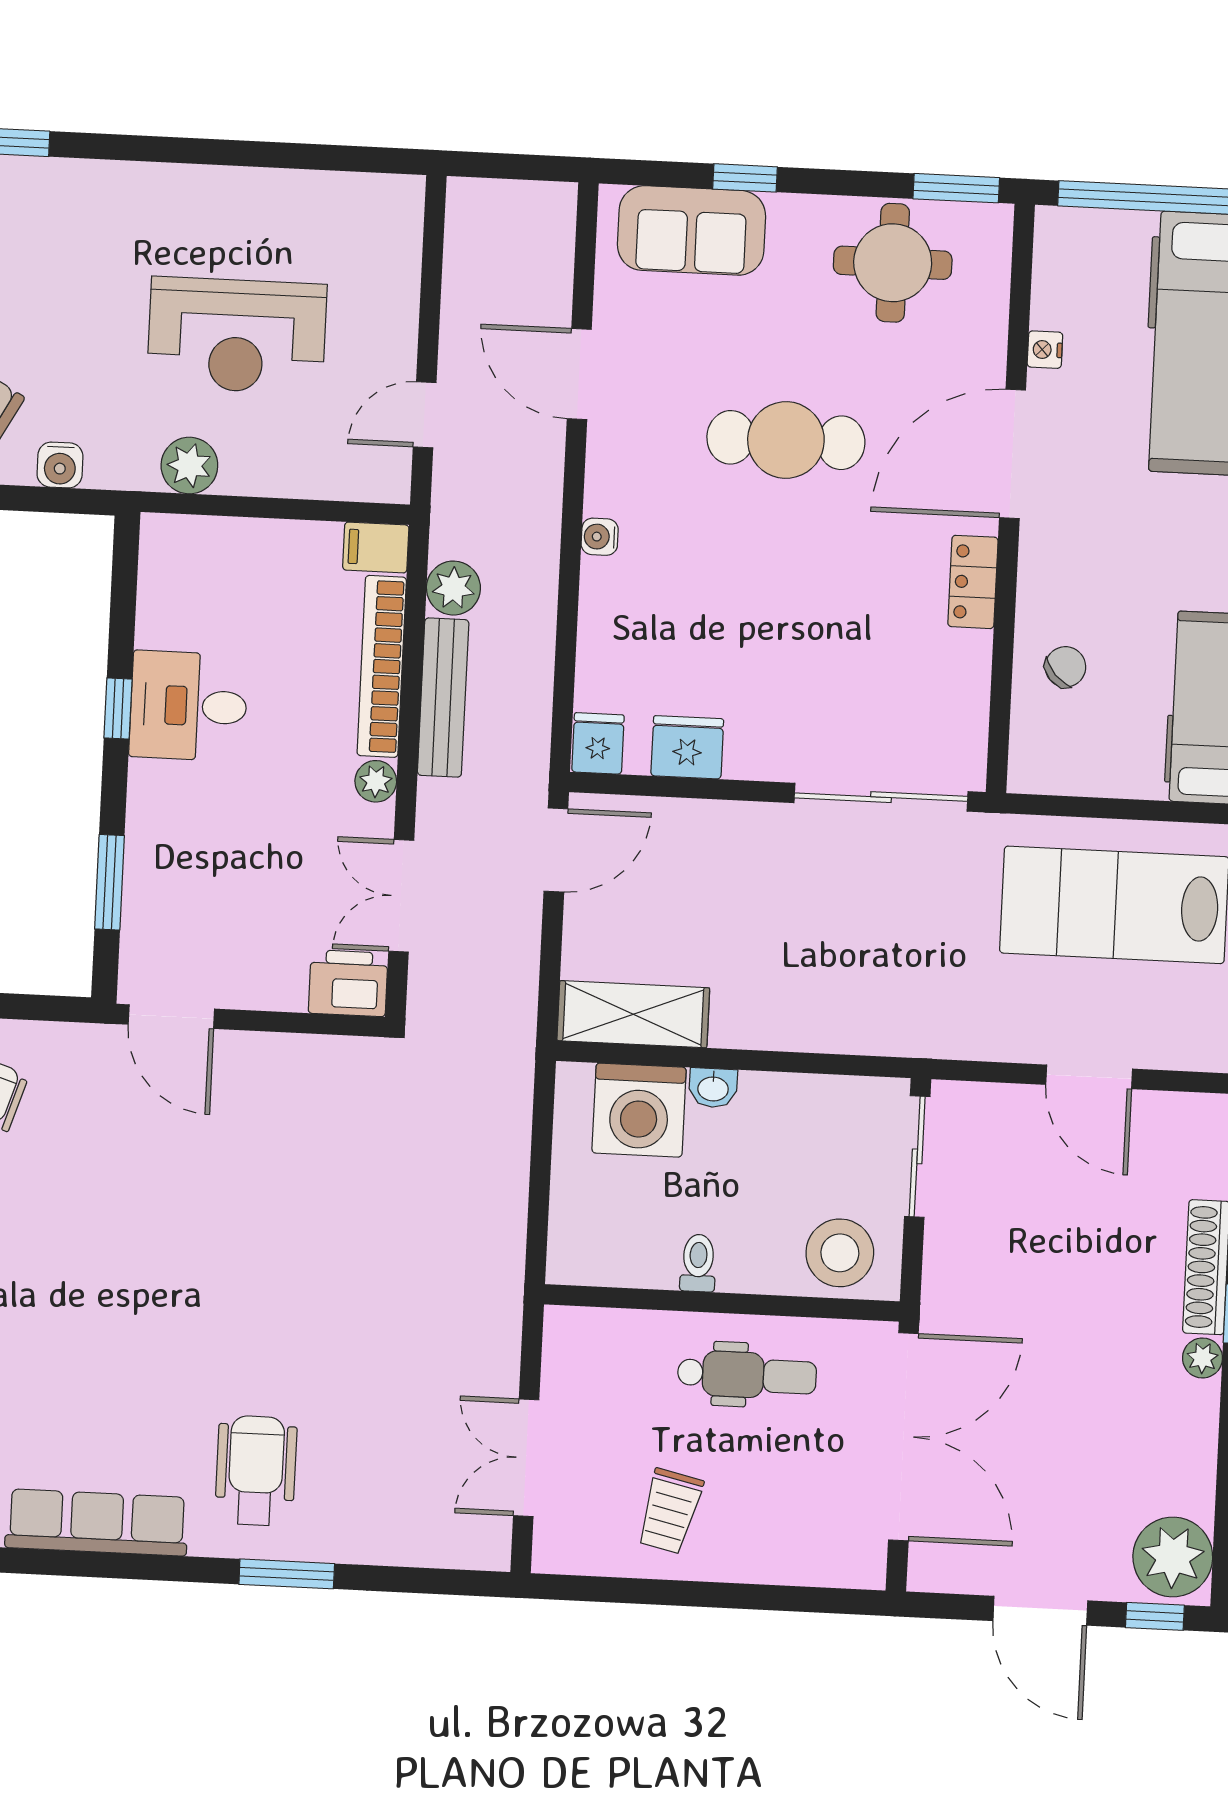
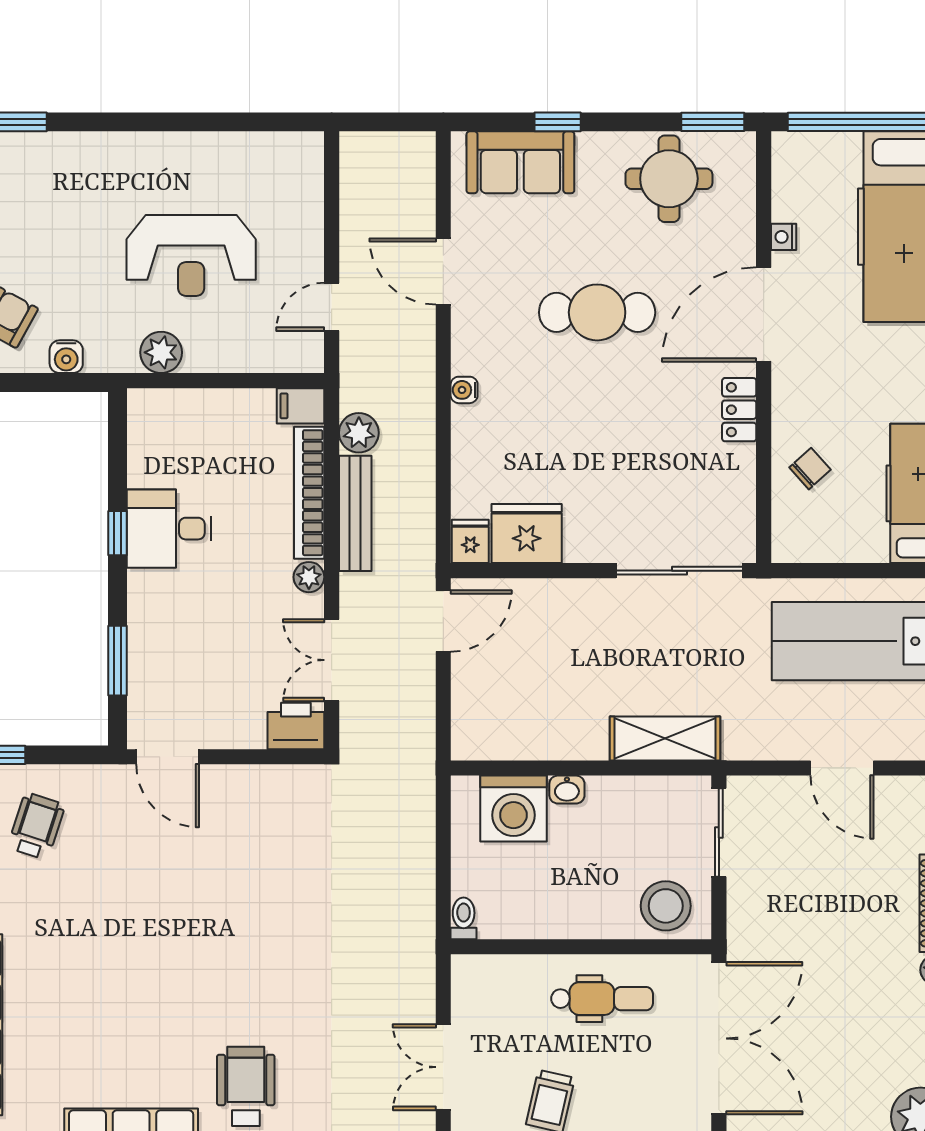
fridge: (687, 747) -> (527, 534), width x1.36, depth x1.34
shelving: (633, 1014) -> (665, 738), moved
toilet: (698, 1263) -> (464, 918), moved

